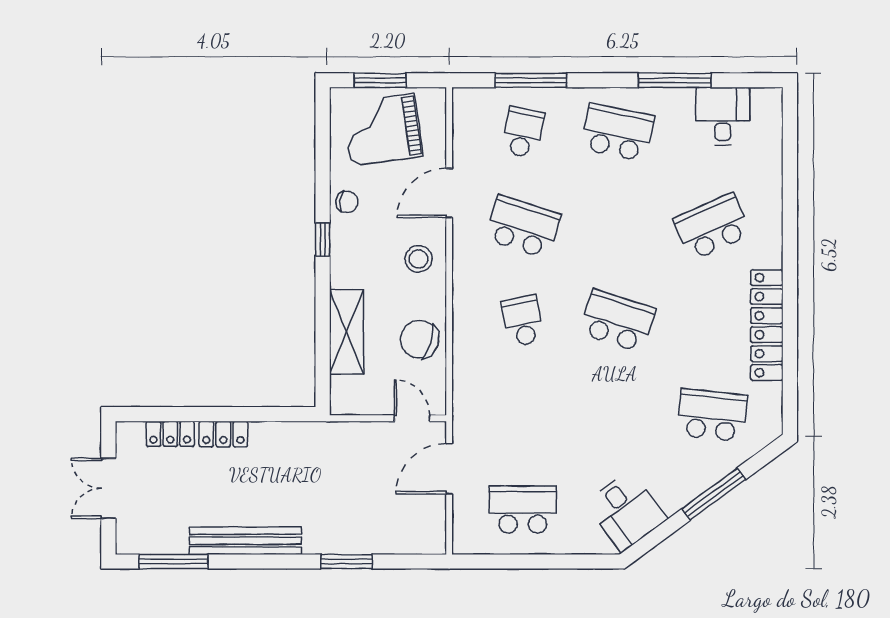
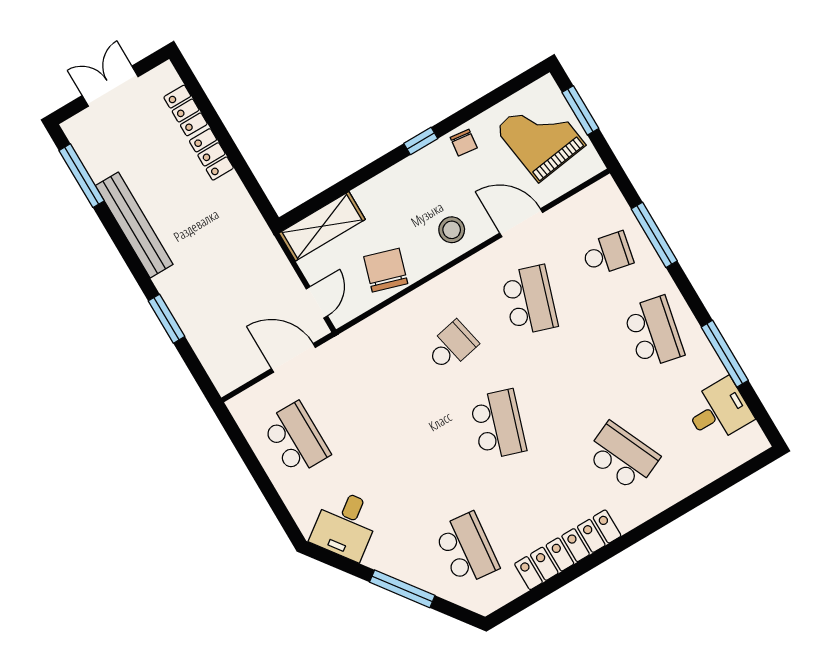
shelving: (346, 332) -> (322, 226), moved

